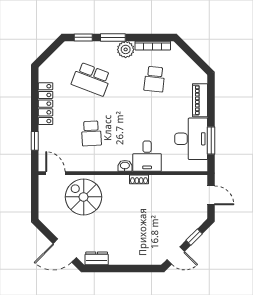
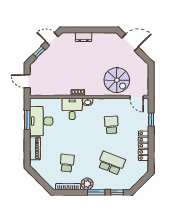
dresser: (97, 258) -> (84, 37), moved

